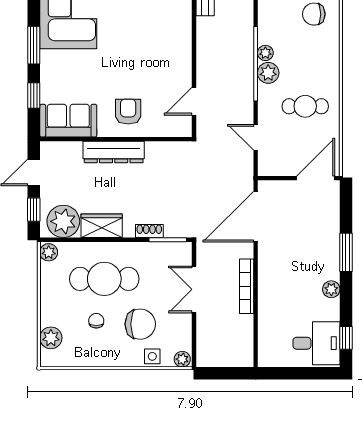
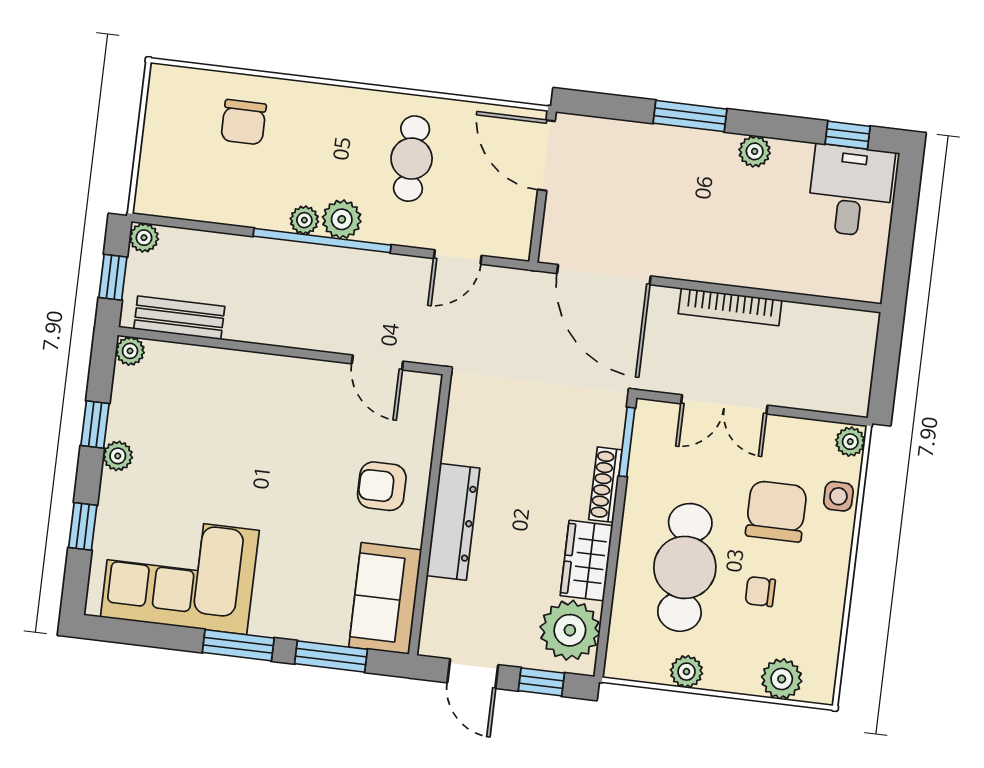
window: (34, 95) -> (331, 656), width x1.50
shoe rack: (149, 231) -> (605, 485), width x1.43
plant: (49, 252) -> (686, 672), moved

